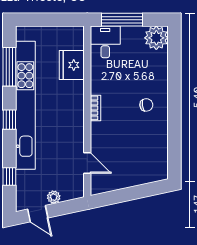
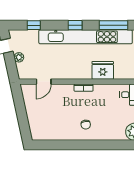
fridge: (72, 65) -> (103, 70), moved

